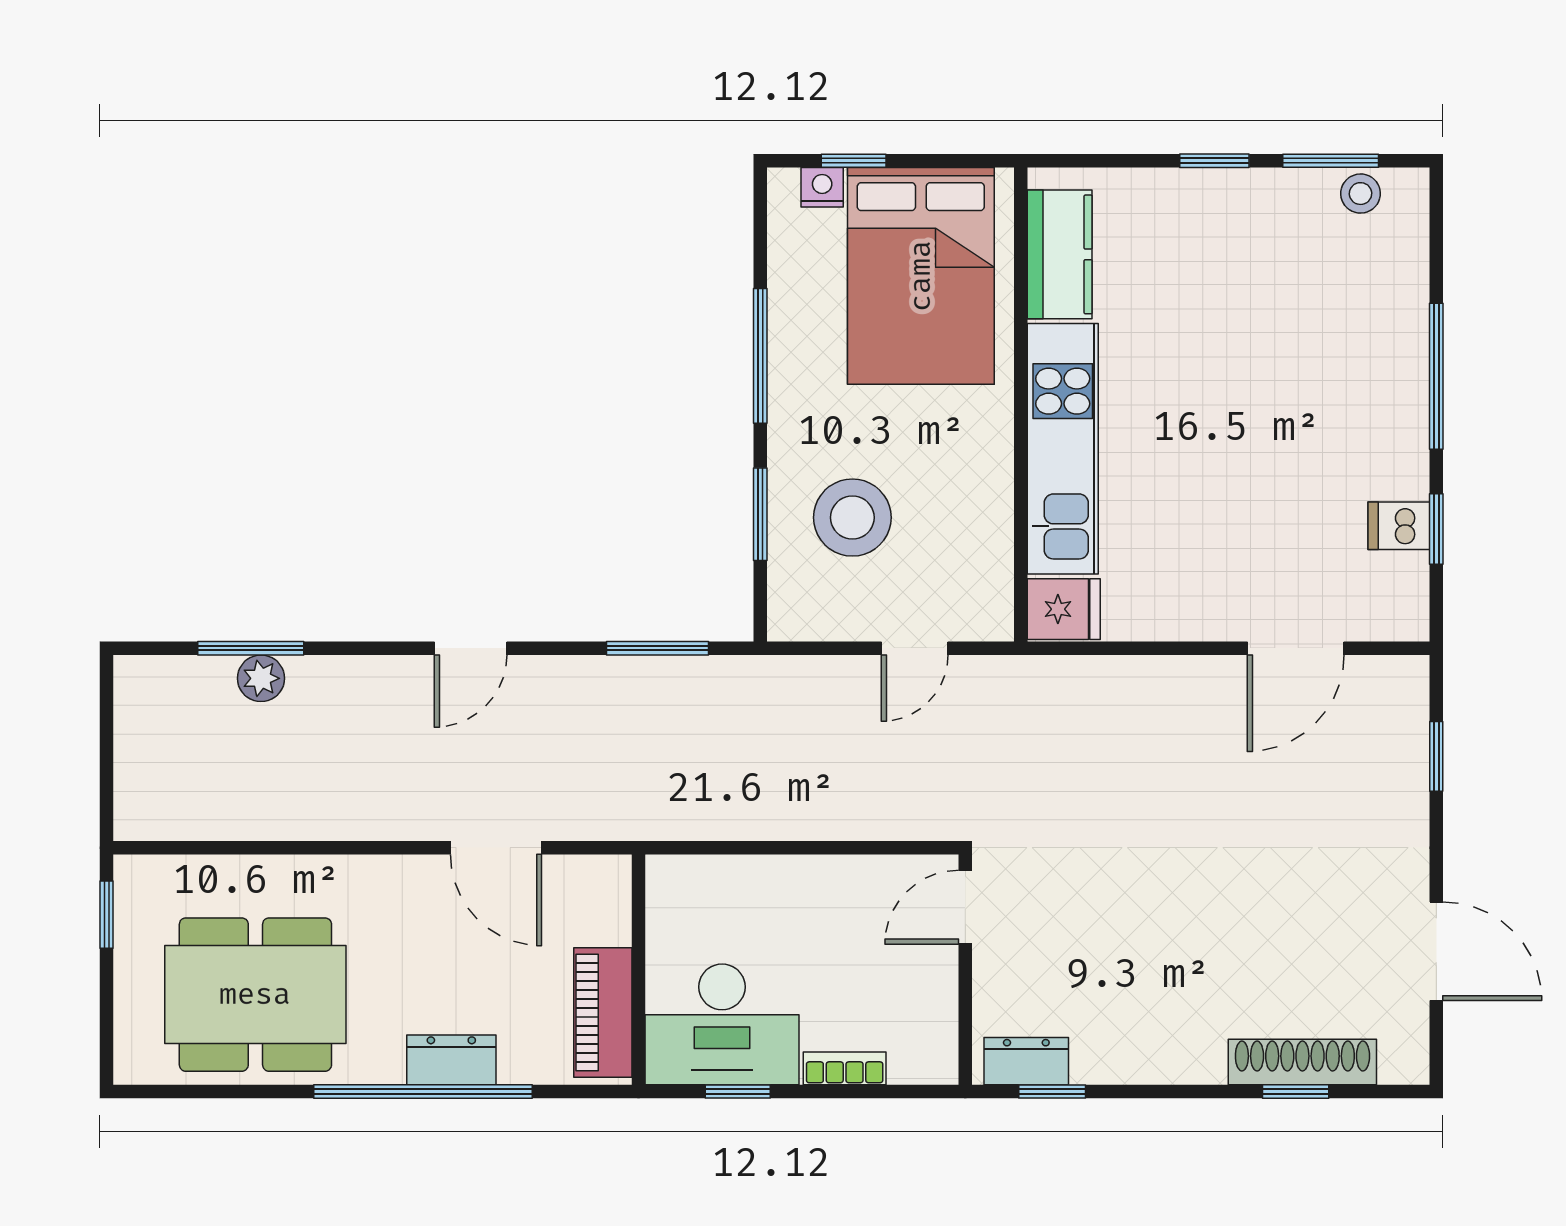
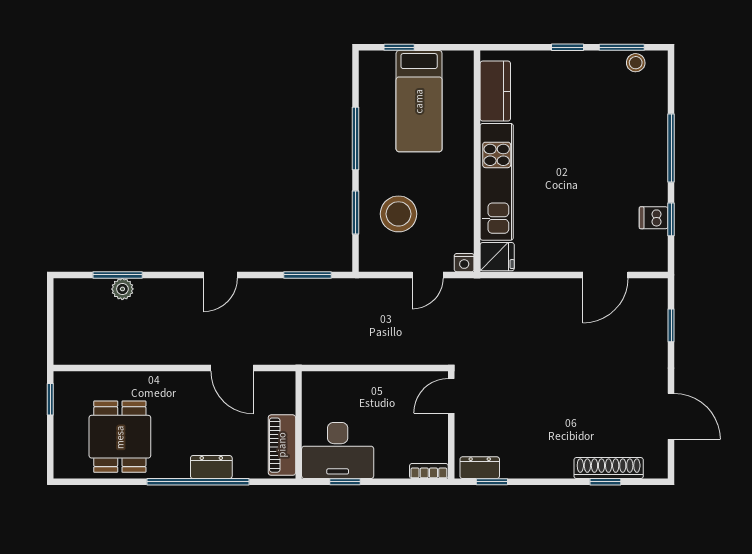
nightstand: (822, 187) -> (464, 263), moved, turned 180
bed: (921, 276) -> (419, 101), width x0.67
dining table: (255, 995) -> (120, 437), width x0.73
bookcase: (845, 1068) -> (429, 471), moved

